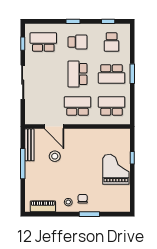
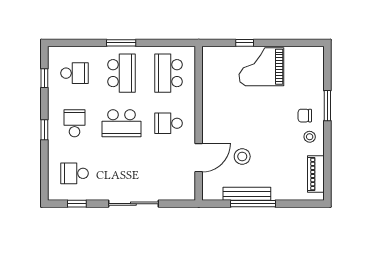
school desk: (43, 42) -> (75, 173), width x0.54
school desk: (77, 106) -> (168, 123), width x0.54
bench: (29, 145) -> (247, 194), moved

